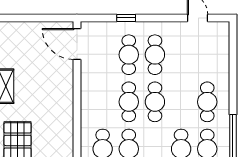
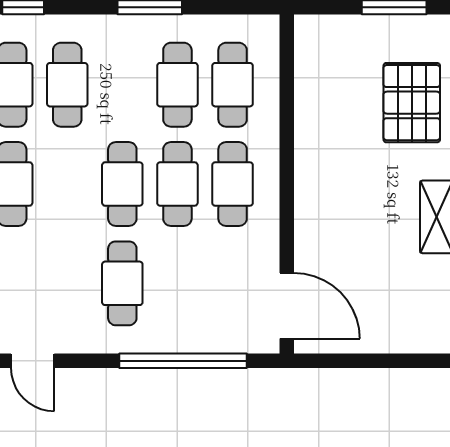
window: (126, 18) -> (183, 361), width x3.17
cafe table: (129, 55) -> (233, 184), moved

